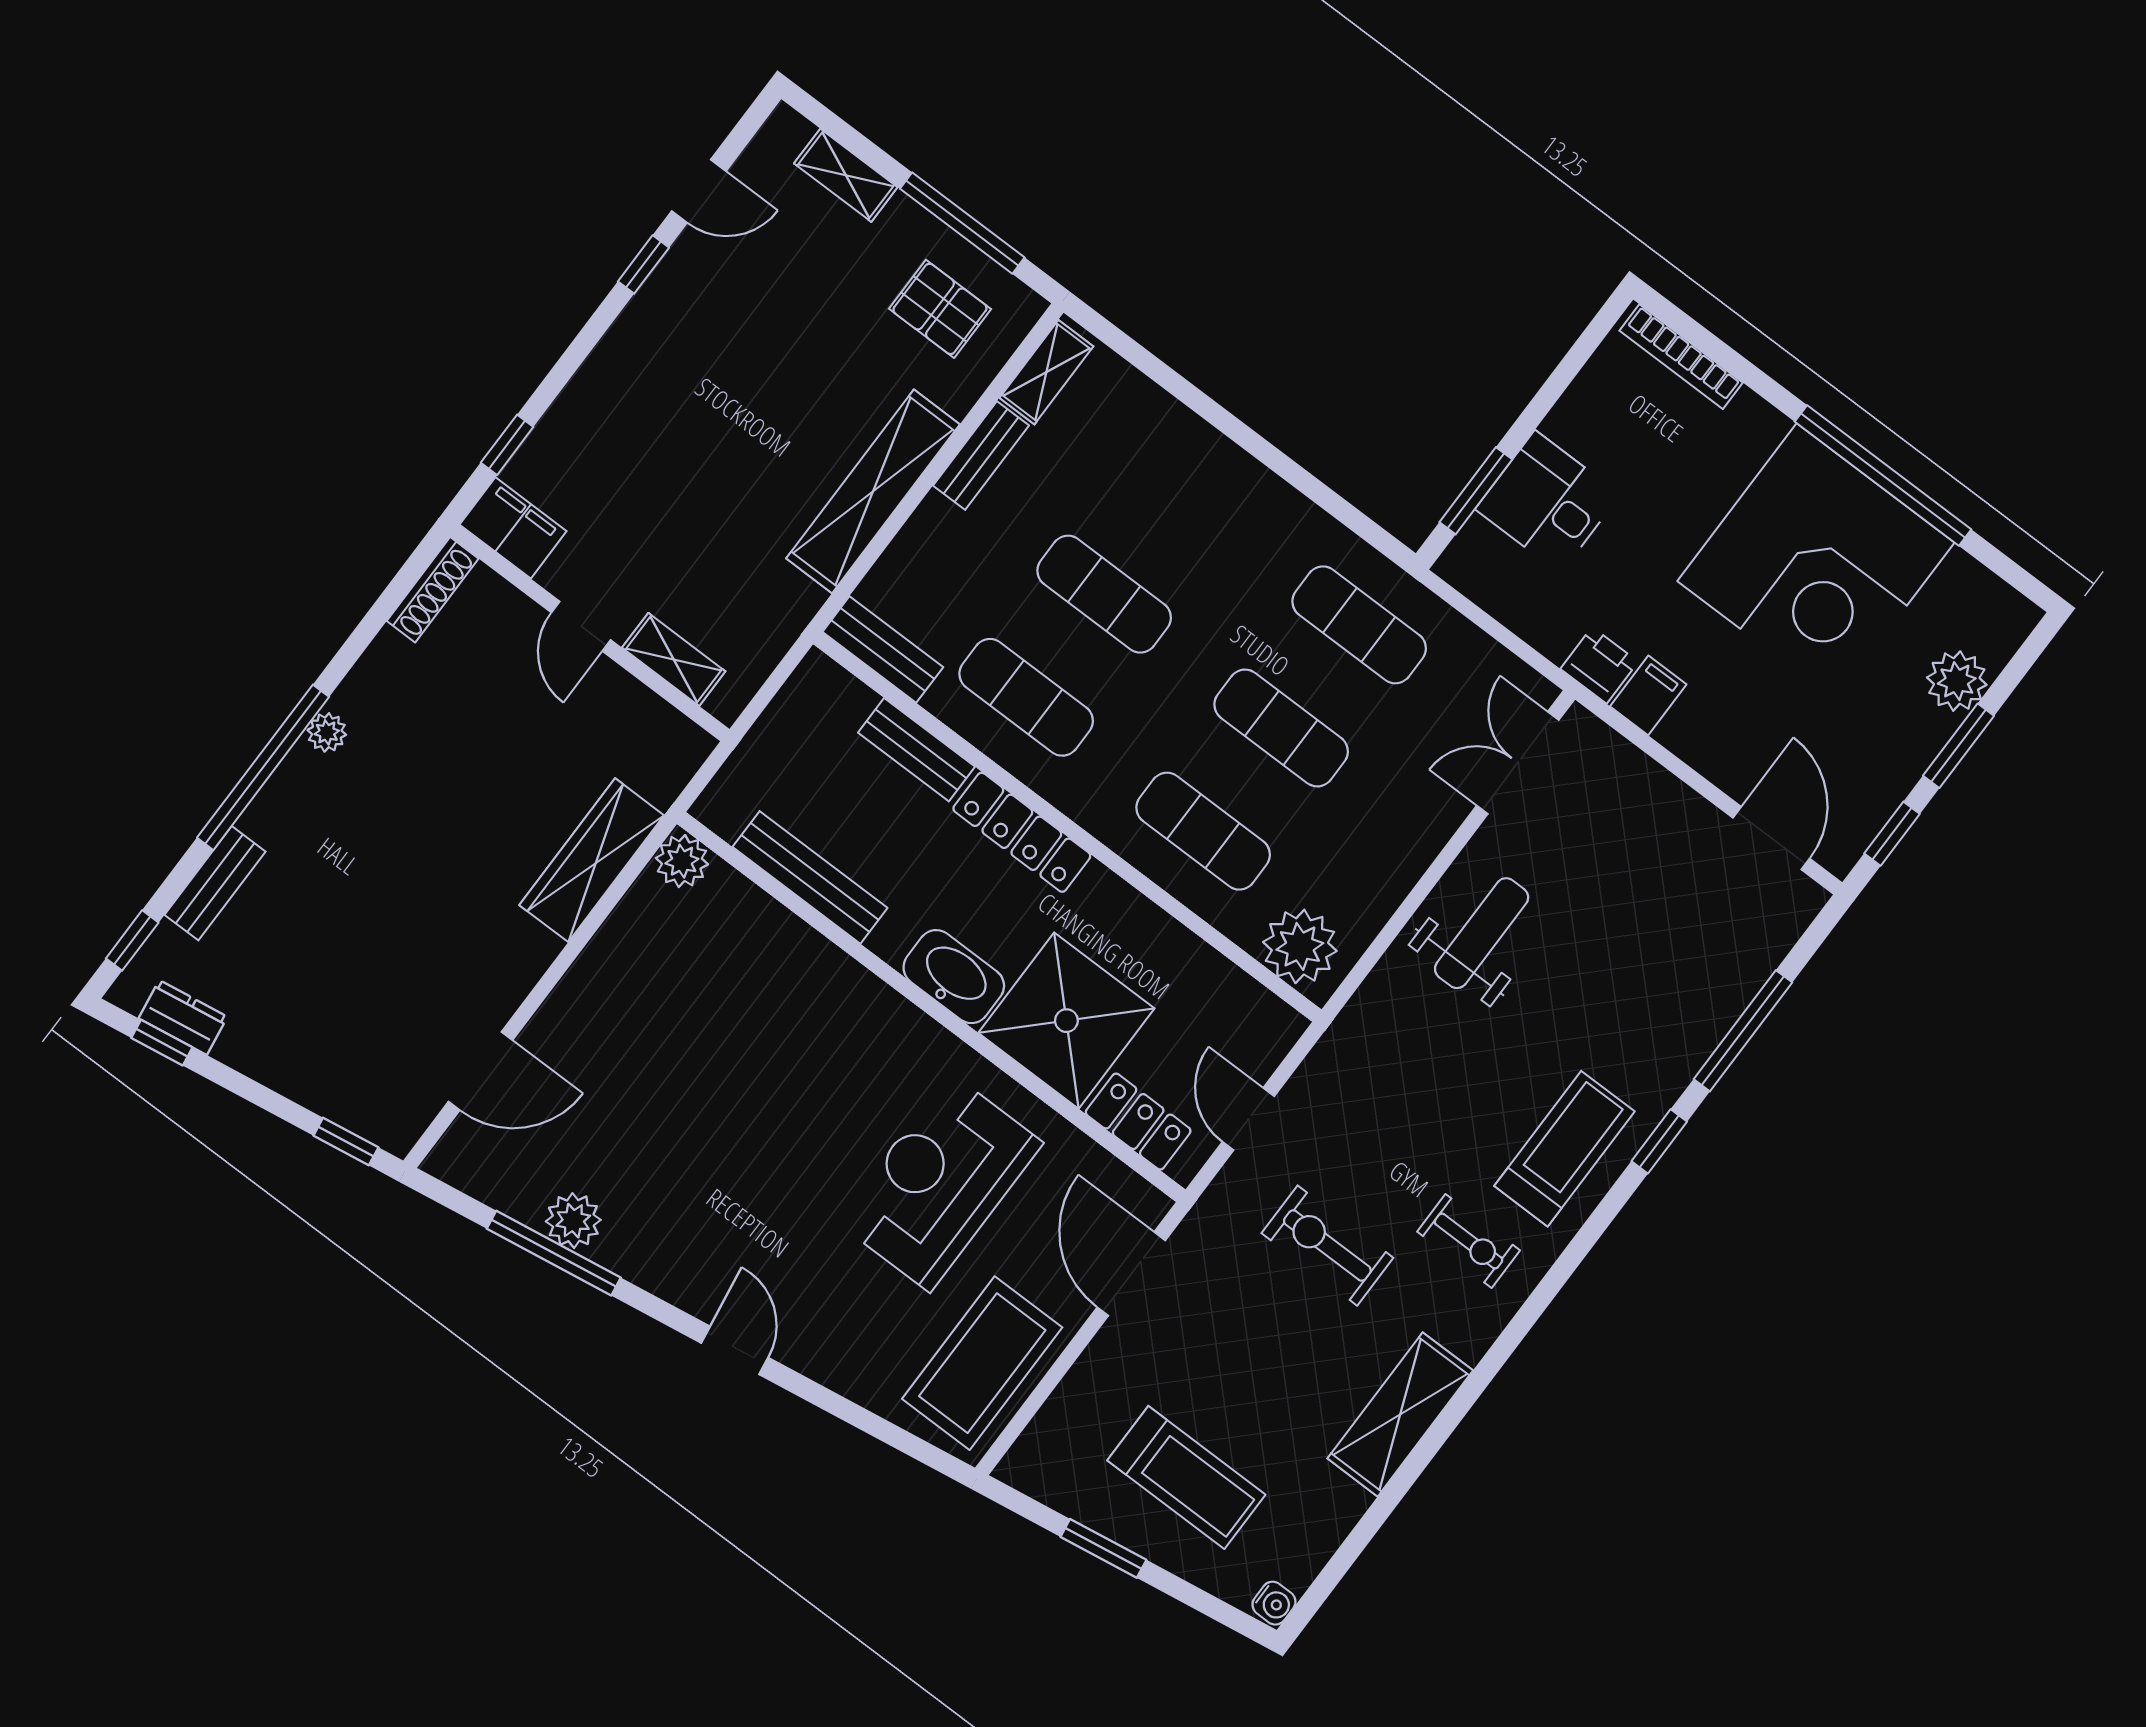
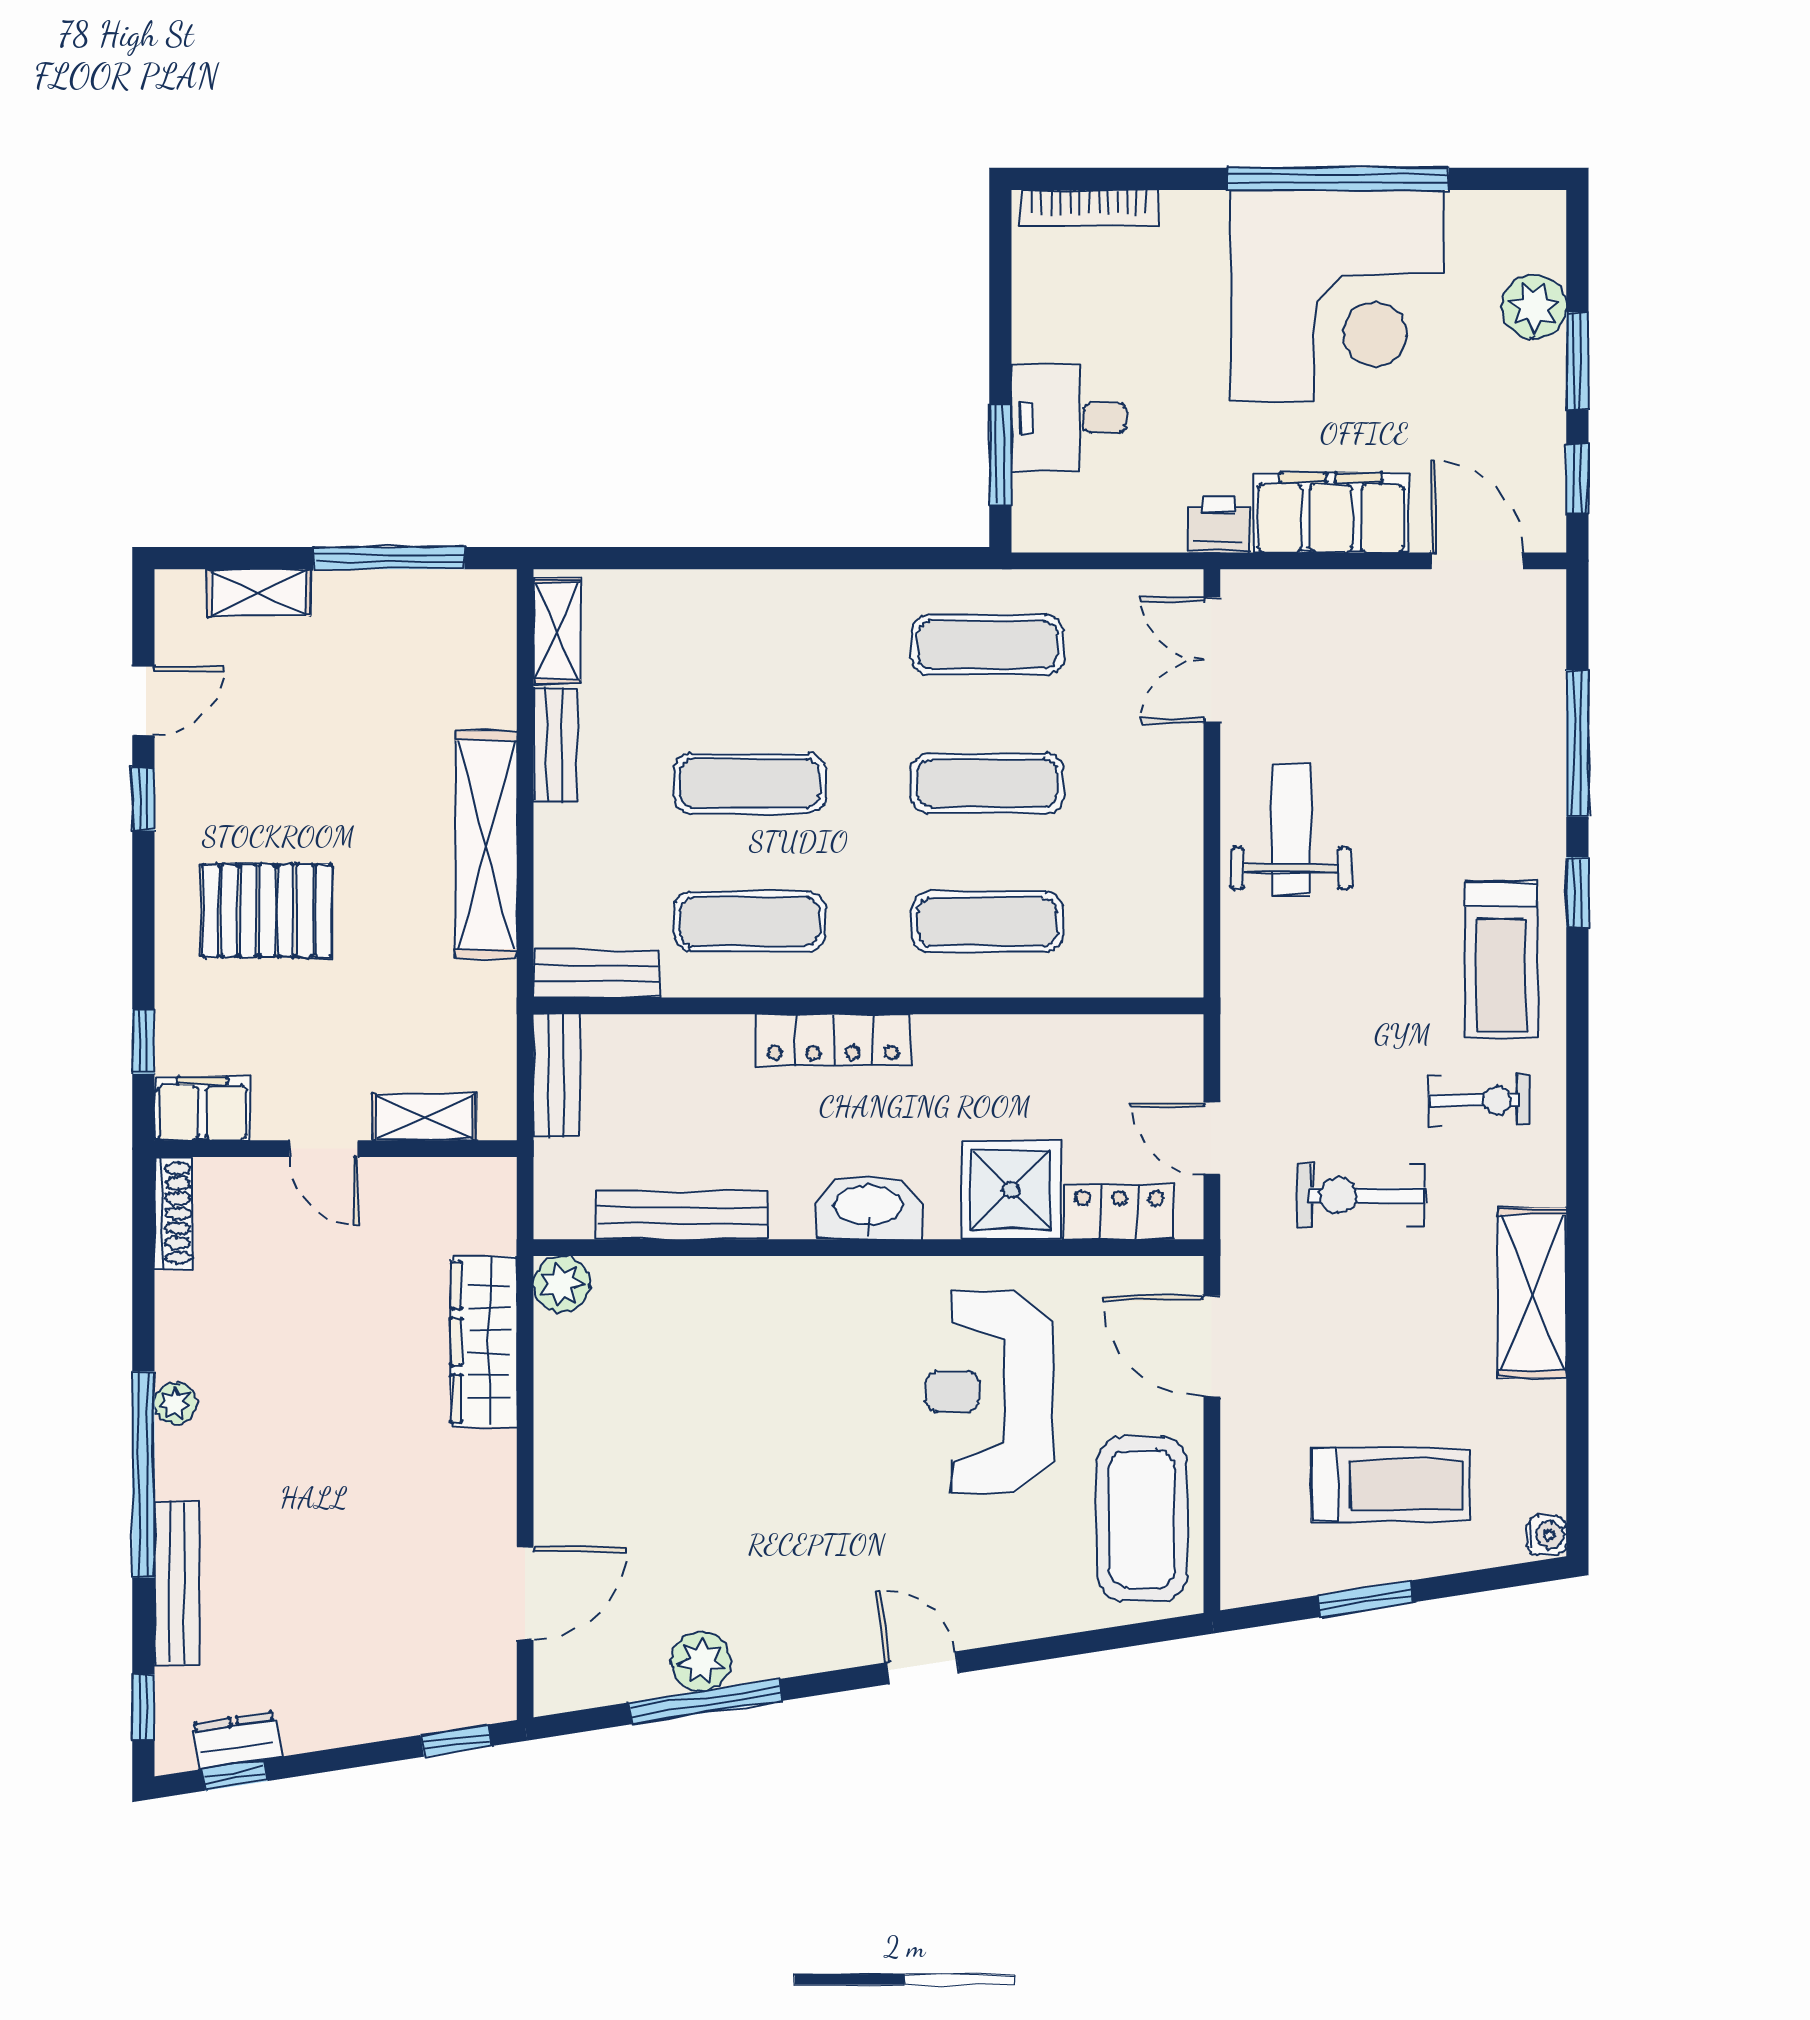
pallet: (940, 309) -> (267, 911), moved, width x1.50, depth x1.42
filing cabinet: (1648, 695) -> (1331, 513), width x3.00, depth x1.17
bench: (917, 750) -> (557, 1075), moved, turned 90
bench: (215, 883) -> (177, 1583), width x1.36
plant: (1300, 946) -> (1145, 958), removed
shower: (1066, 1021) -> (1011, 1190), width x0.73, depth x0.73
treadmill: (1564, 1149) -> (1501, 960), turned 180

